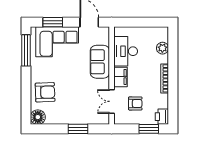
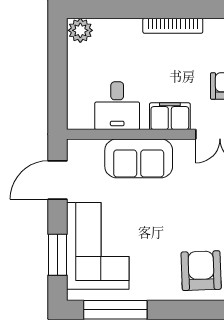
plant: (162, 48) -> (80, 30), moved
desk: (126, 51) -> (117, 106), width x0.73

